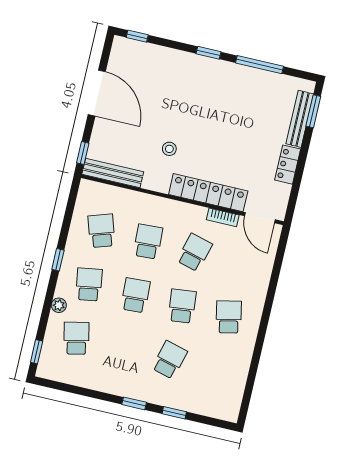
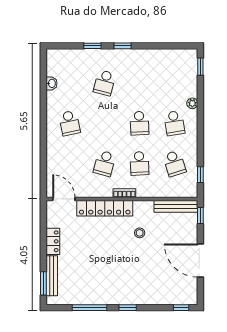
bookcase: (223, 217) -> (124, 193), moved
window: (58, 260) -> (200, 175), moved
school desk: (182, 306) -> (104, 123), removed
school desk: (76, 338) -> (174, 83), removed
washbasin: (240, 375) -> (52, 83), added

